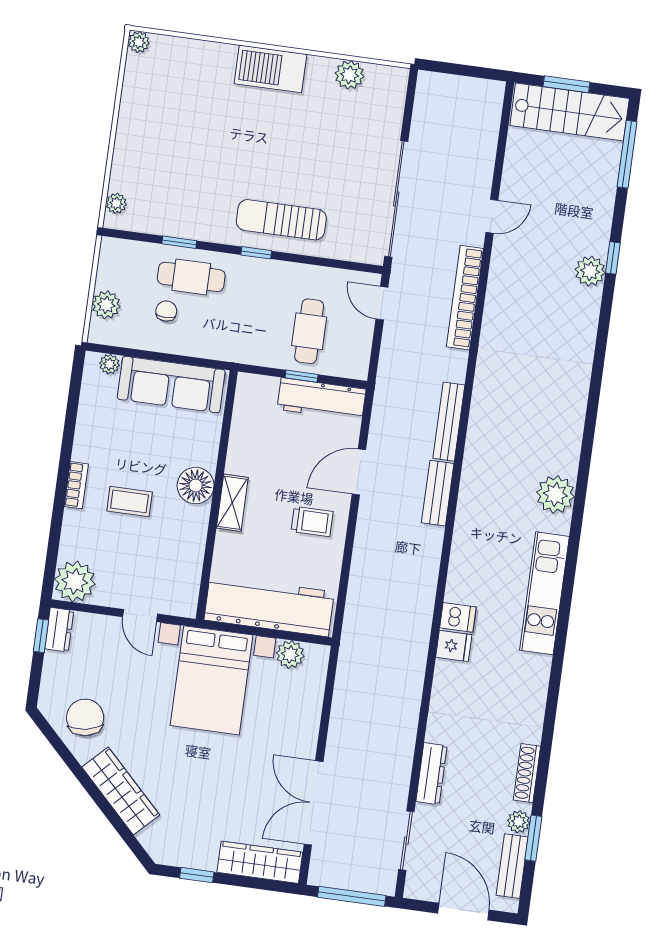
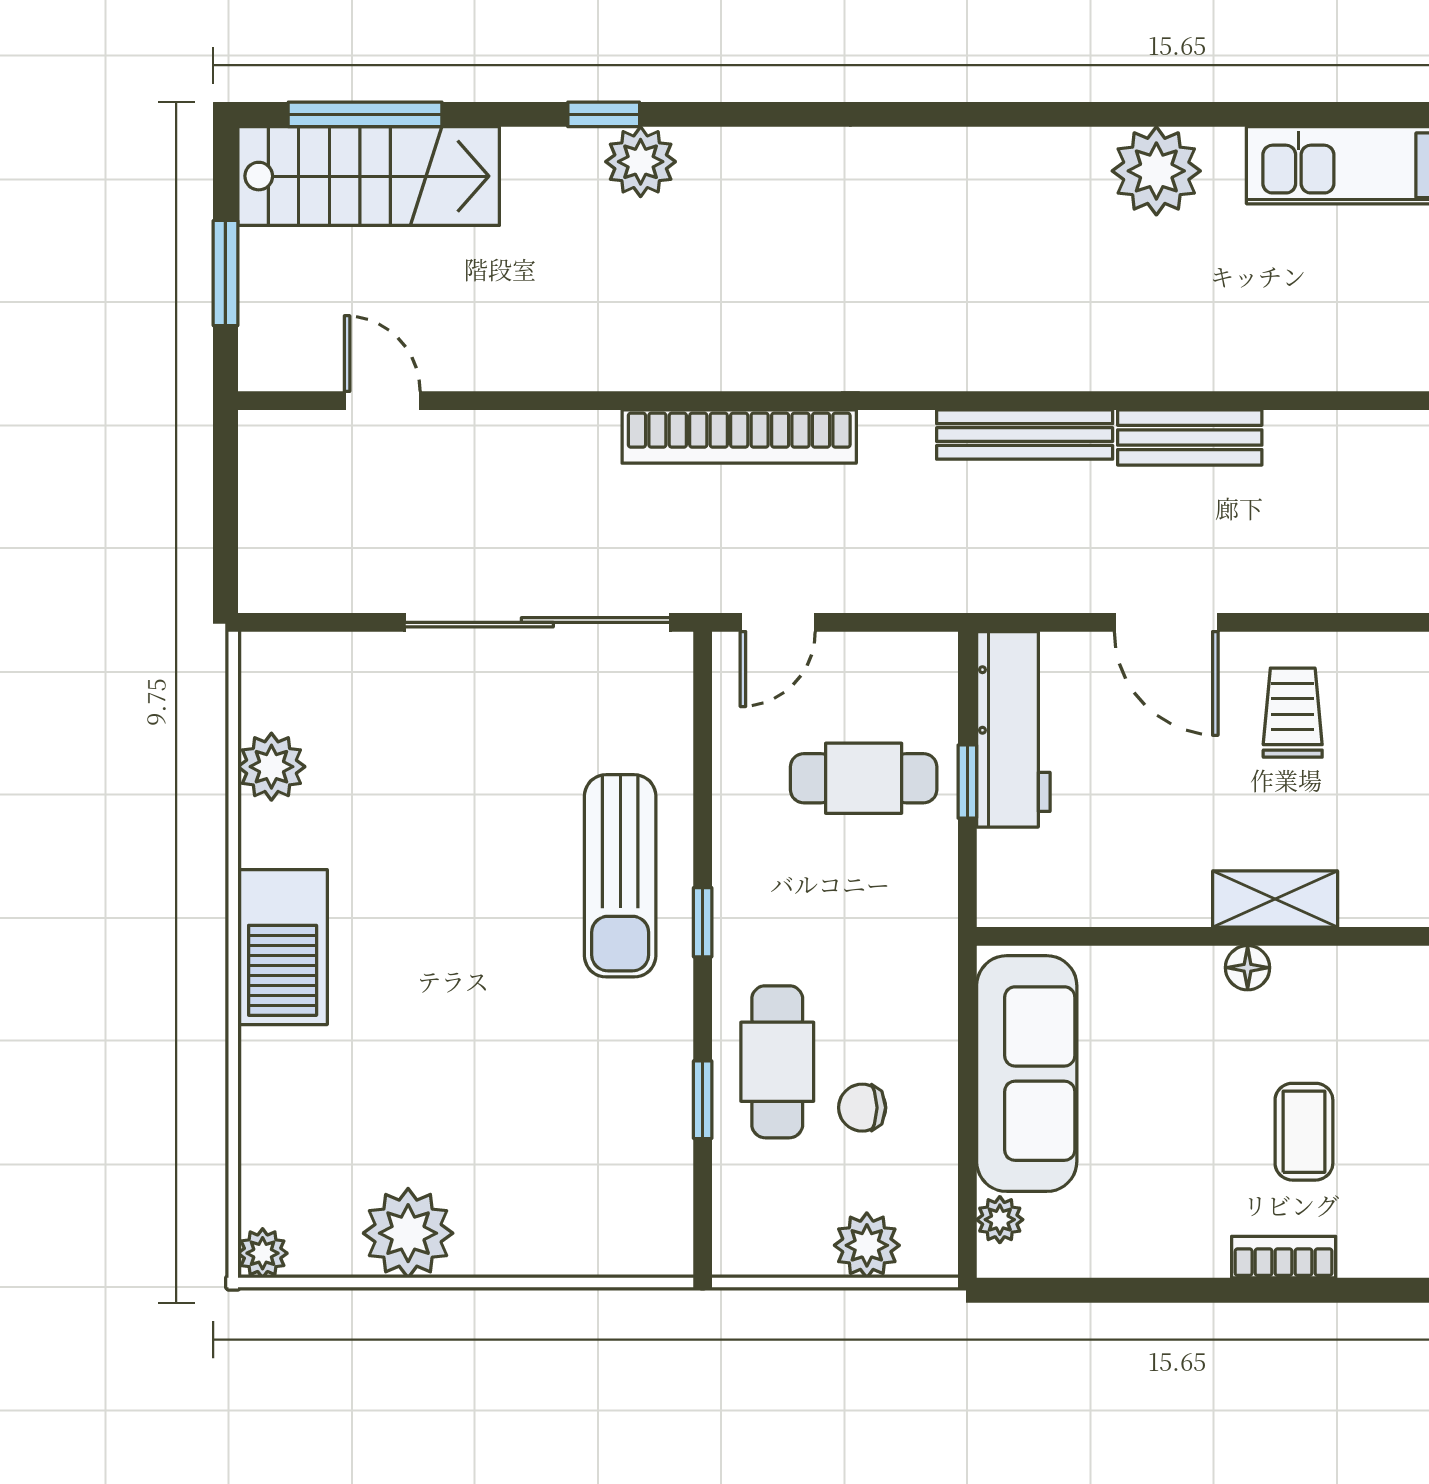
stairs: (570, 112) -> (369, 176), moved, turned 90
plant: (116, 203) -> (408, 1233), moved, width x1.87, depth x1.87
door: (492, 216) -> (382, 401), moved
floor lamp: (196, 486) -> (1248, 968), width x0.53, depth x0.53

